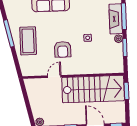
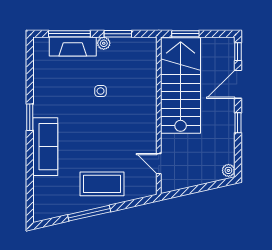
armchair: (63, 49) -> (117, 131), removed
door: (54, 76) -> (159, 164), moved

